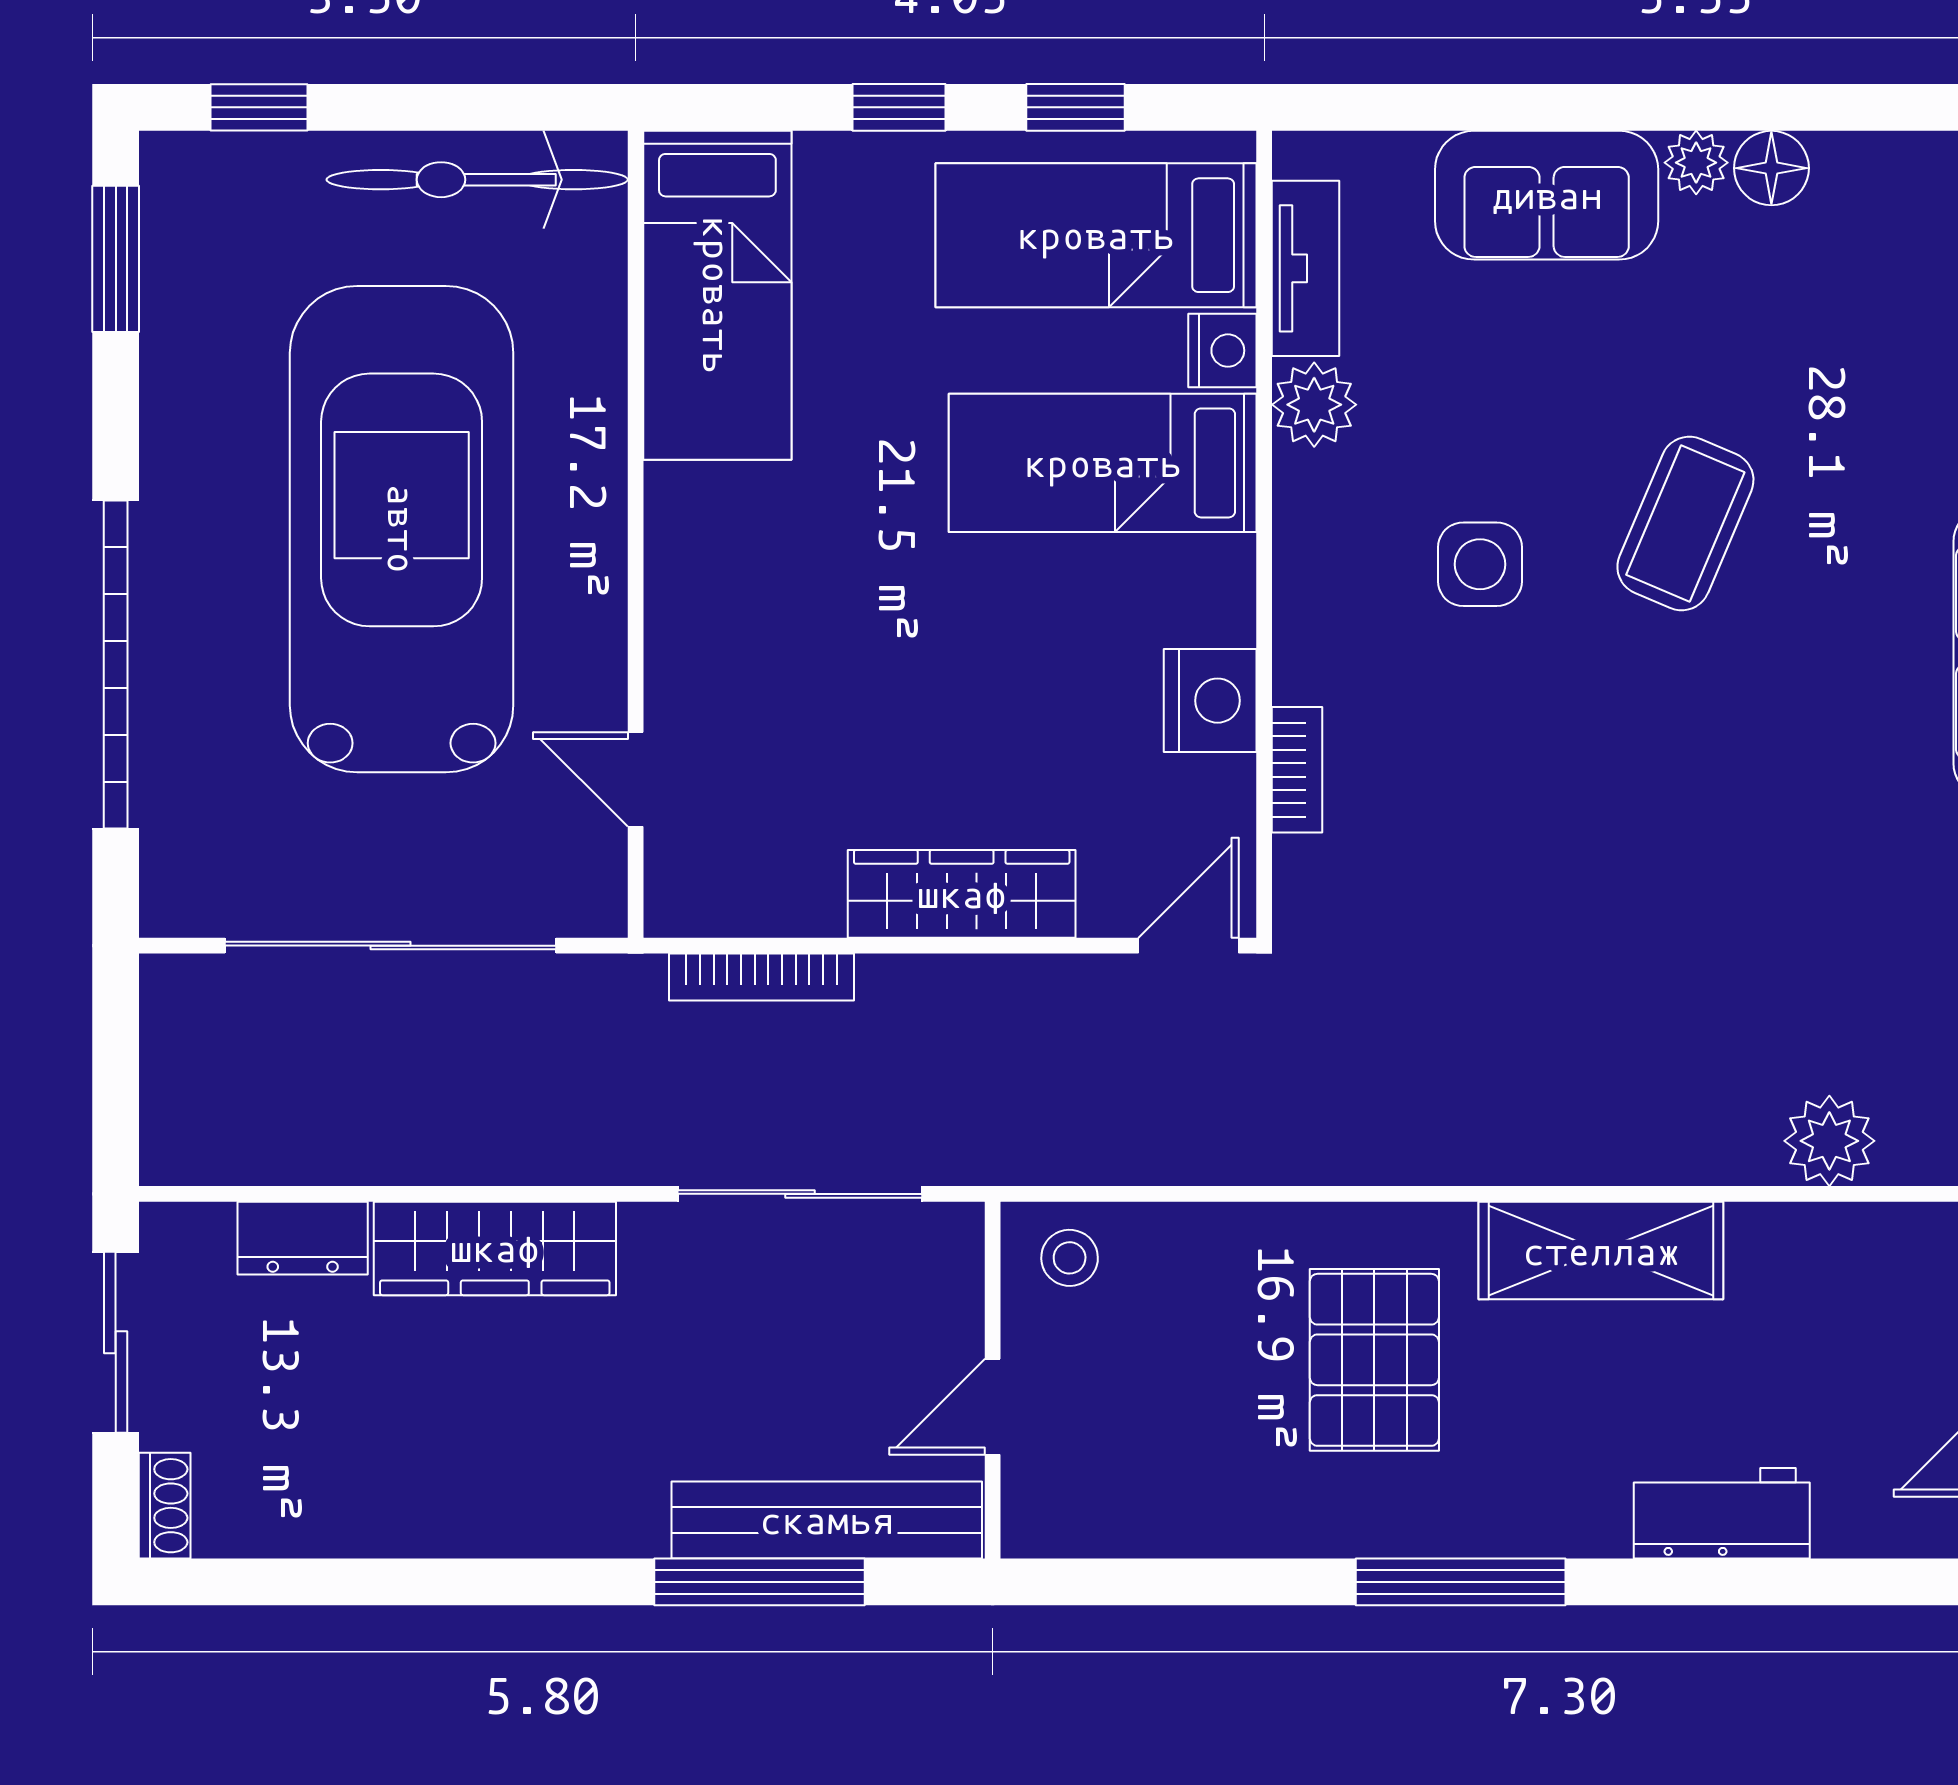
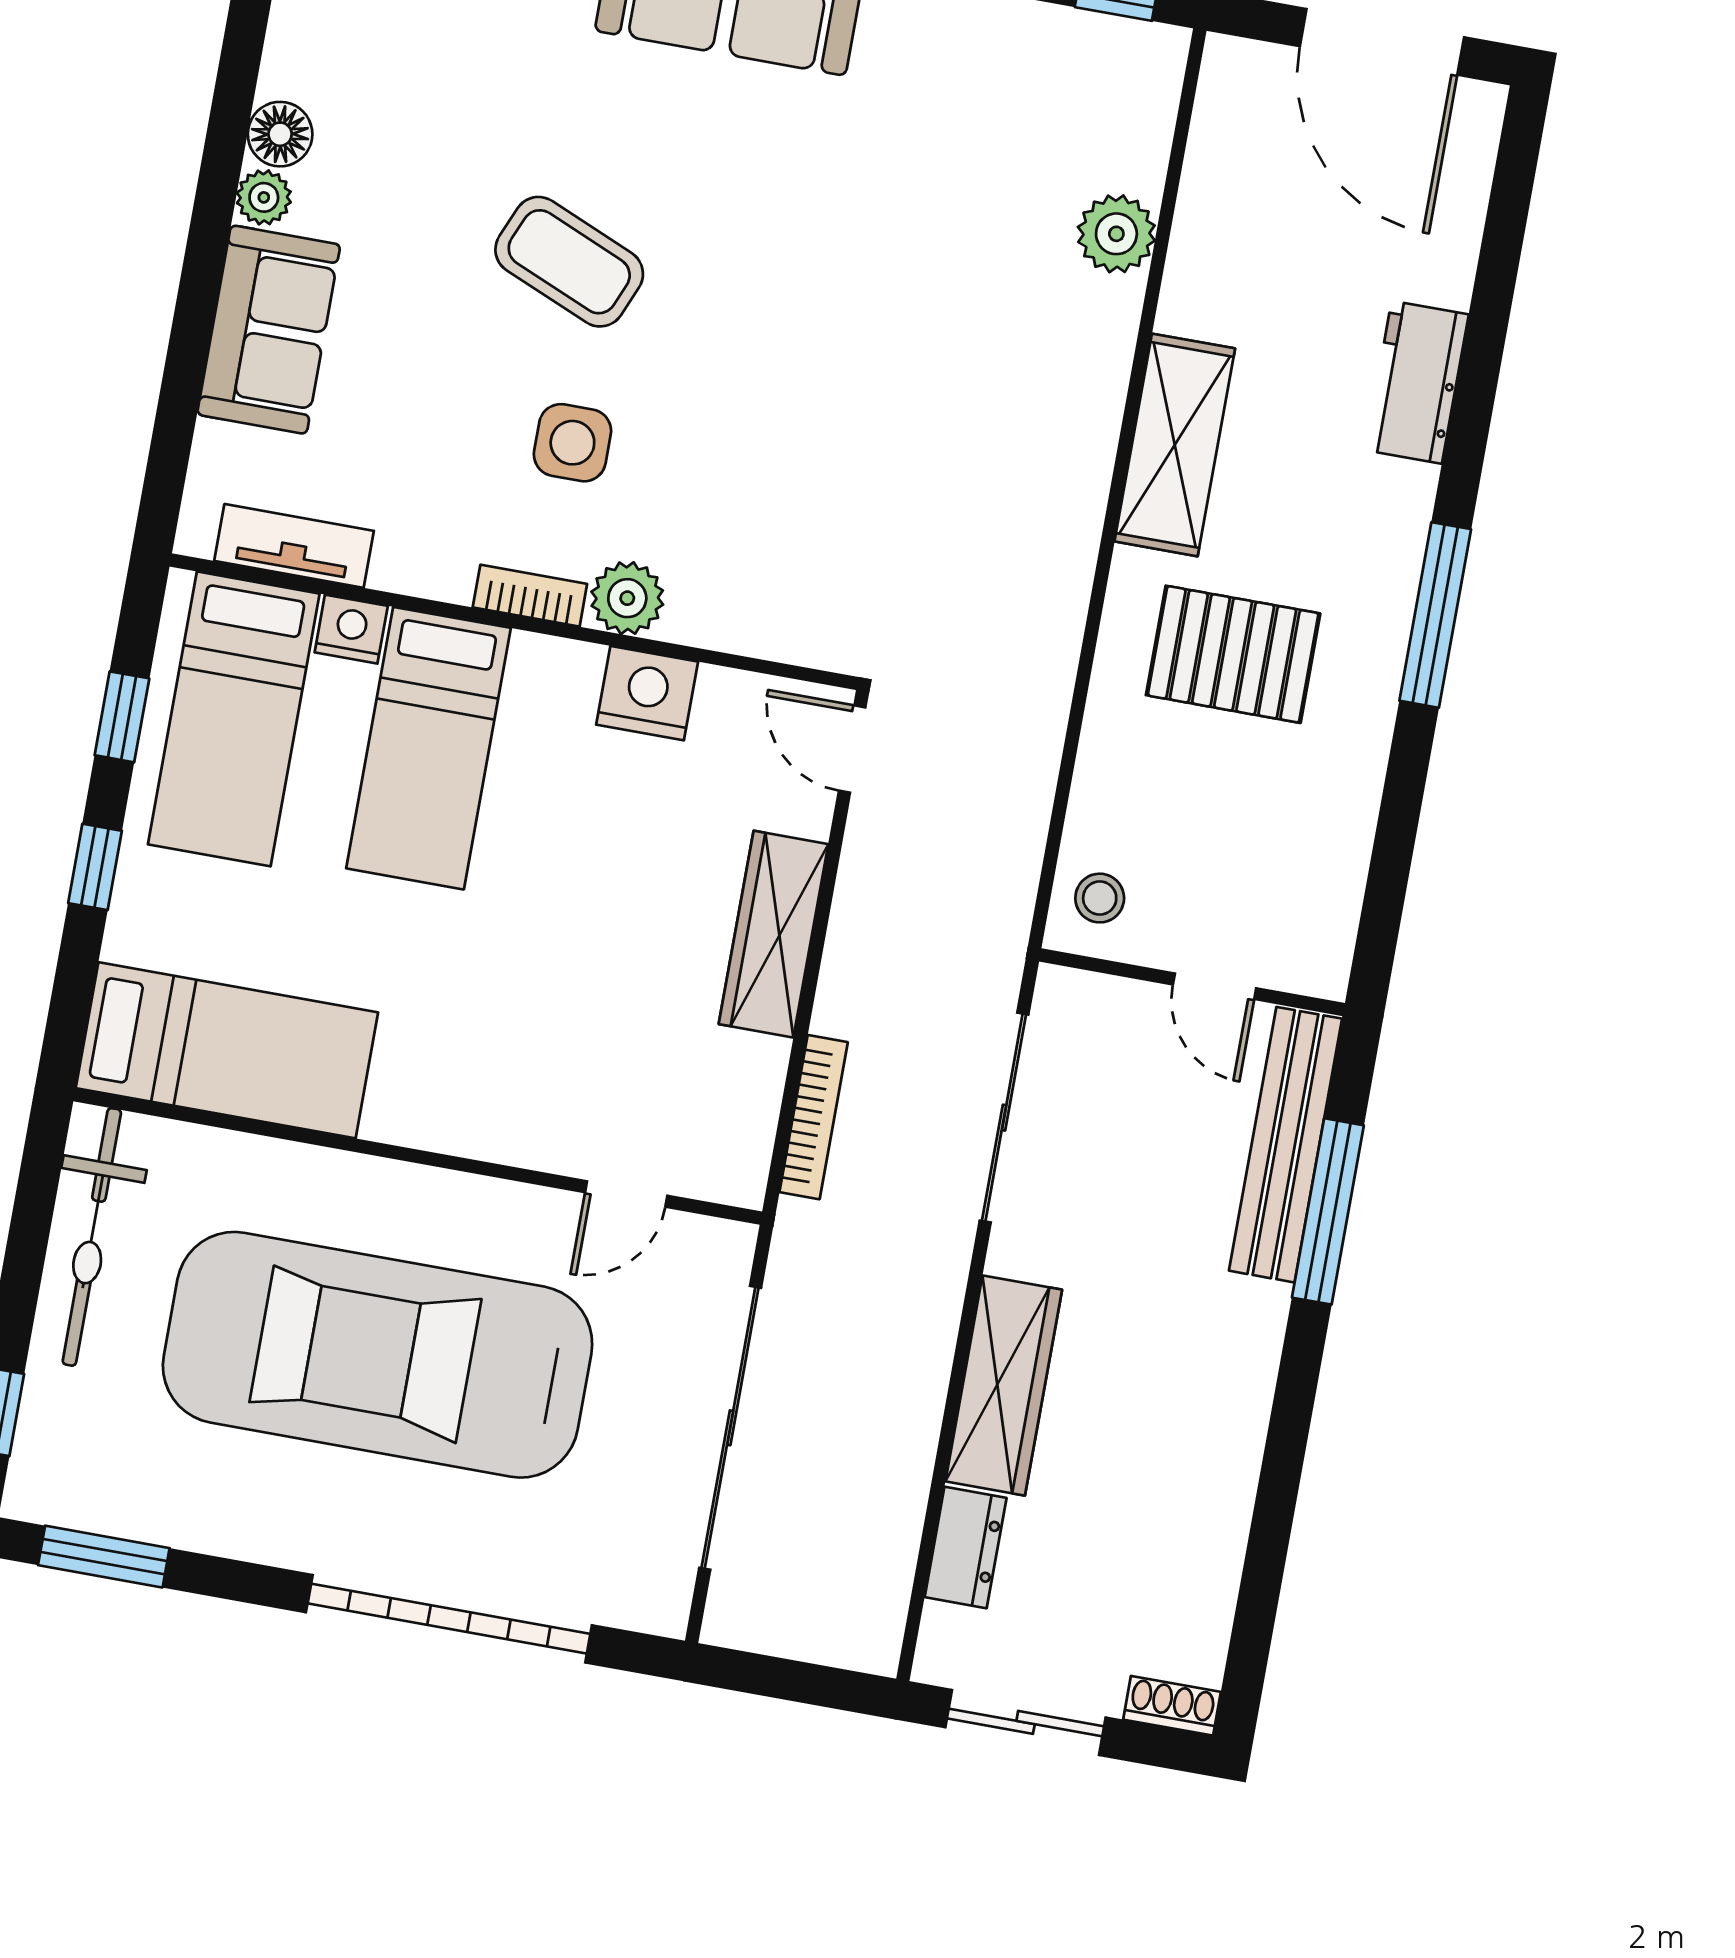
plant: (1314, 405) -> (627, 598), moved
bookcase: (1297, 770) -> (530, 596), moved

